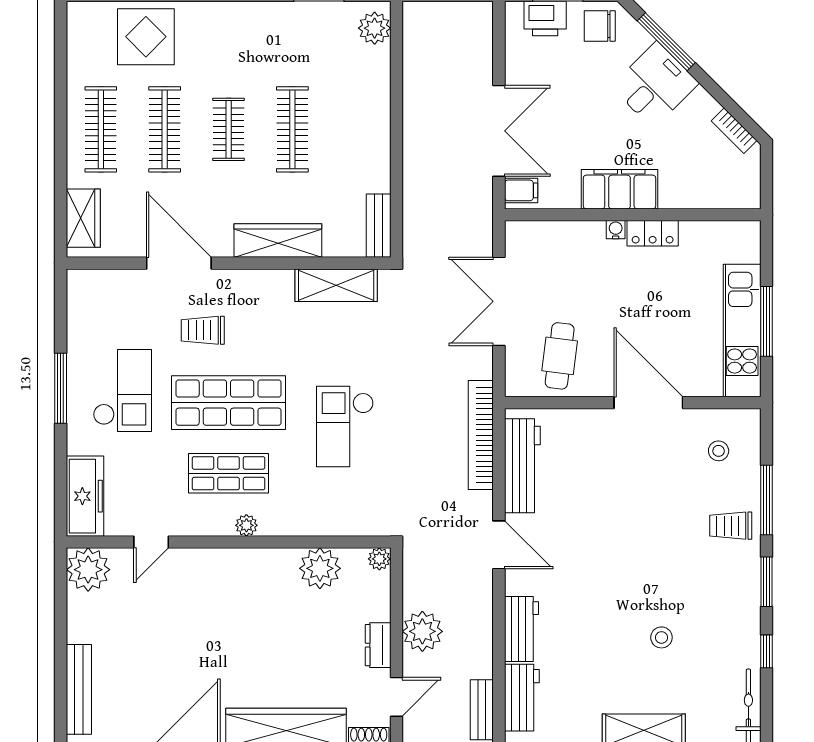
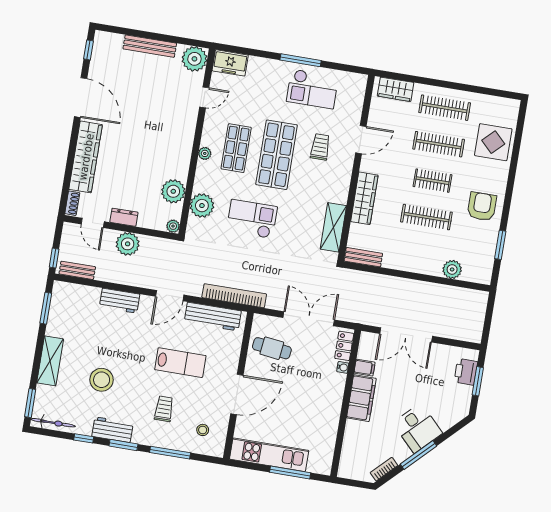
chair: (600, 26) -> (456, 402), removed
plant: (375, 28) -> (452, 269), moved
armchair: (259, 38) -> (482, 206), added
window: (666, 42) -> (418, 455), moved
filing cabinet: (521, 190) -> (364, 368), moved, turned -90
water cooler: (616, 230) -> (343, 367), moved
locker: (653, 233) -> (344, 346), moved
door: (179, 263) -> (361, 140), width x0.73
window: (766, 321) -> (290, 473), moved
checkout: (122, 390) -> (312, 89), moved
freezer: (85, 496) -> (230, 63), width x0.71
lab bench: (610, 508) -> (180, 363), added
plant: (336, 515) -> (202, 206), added
trolley: (731, 526) -> (164, 409), moved
door: (151, 542) -> (204, 97), swing flipped
stool: (661, 637) -> (102, 380), width x1.89, depth x1.89
bench: (79, 689) -> (150, 46), moved
workbench: (522, 698) -> (113, 430), moved, turned 180

